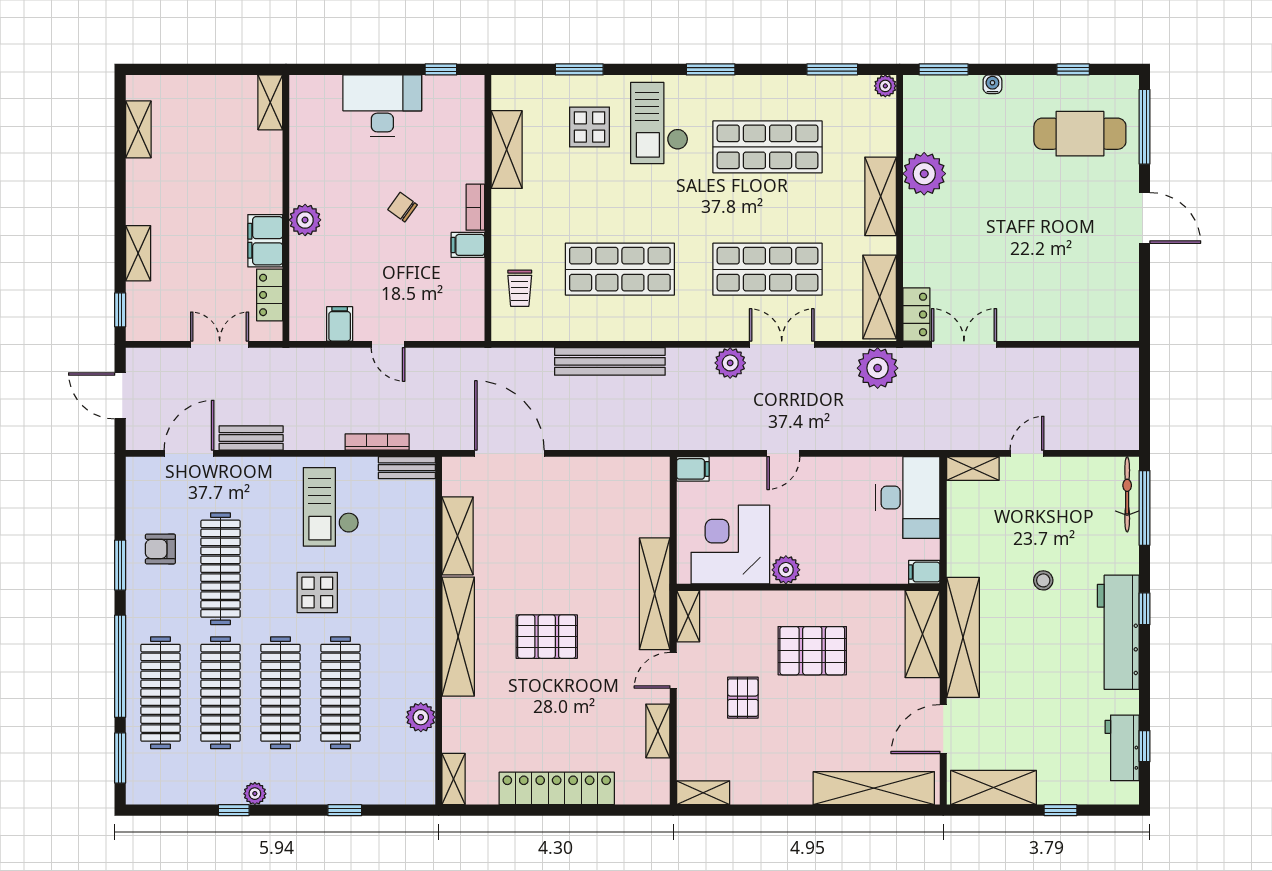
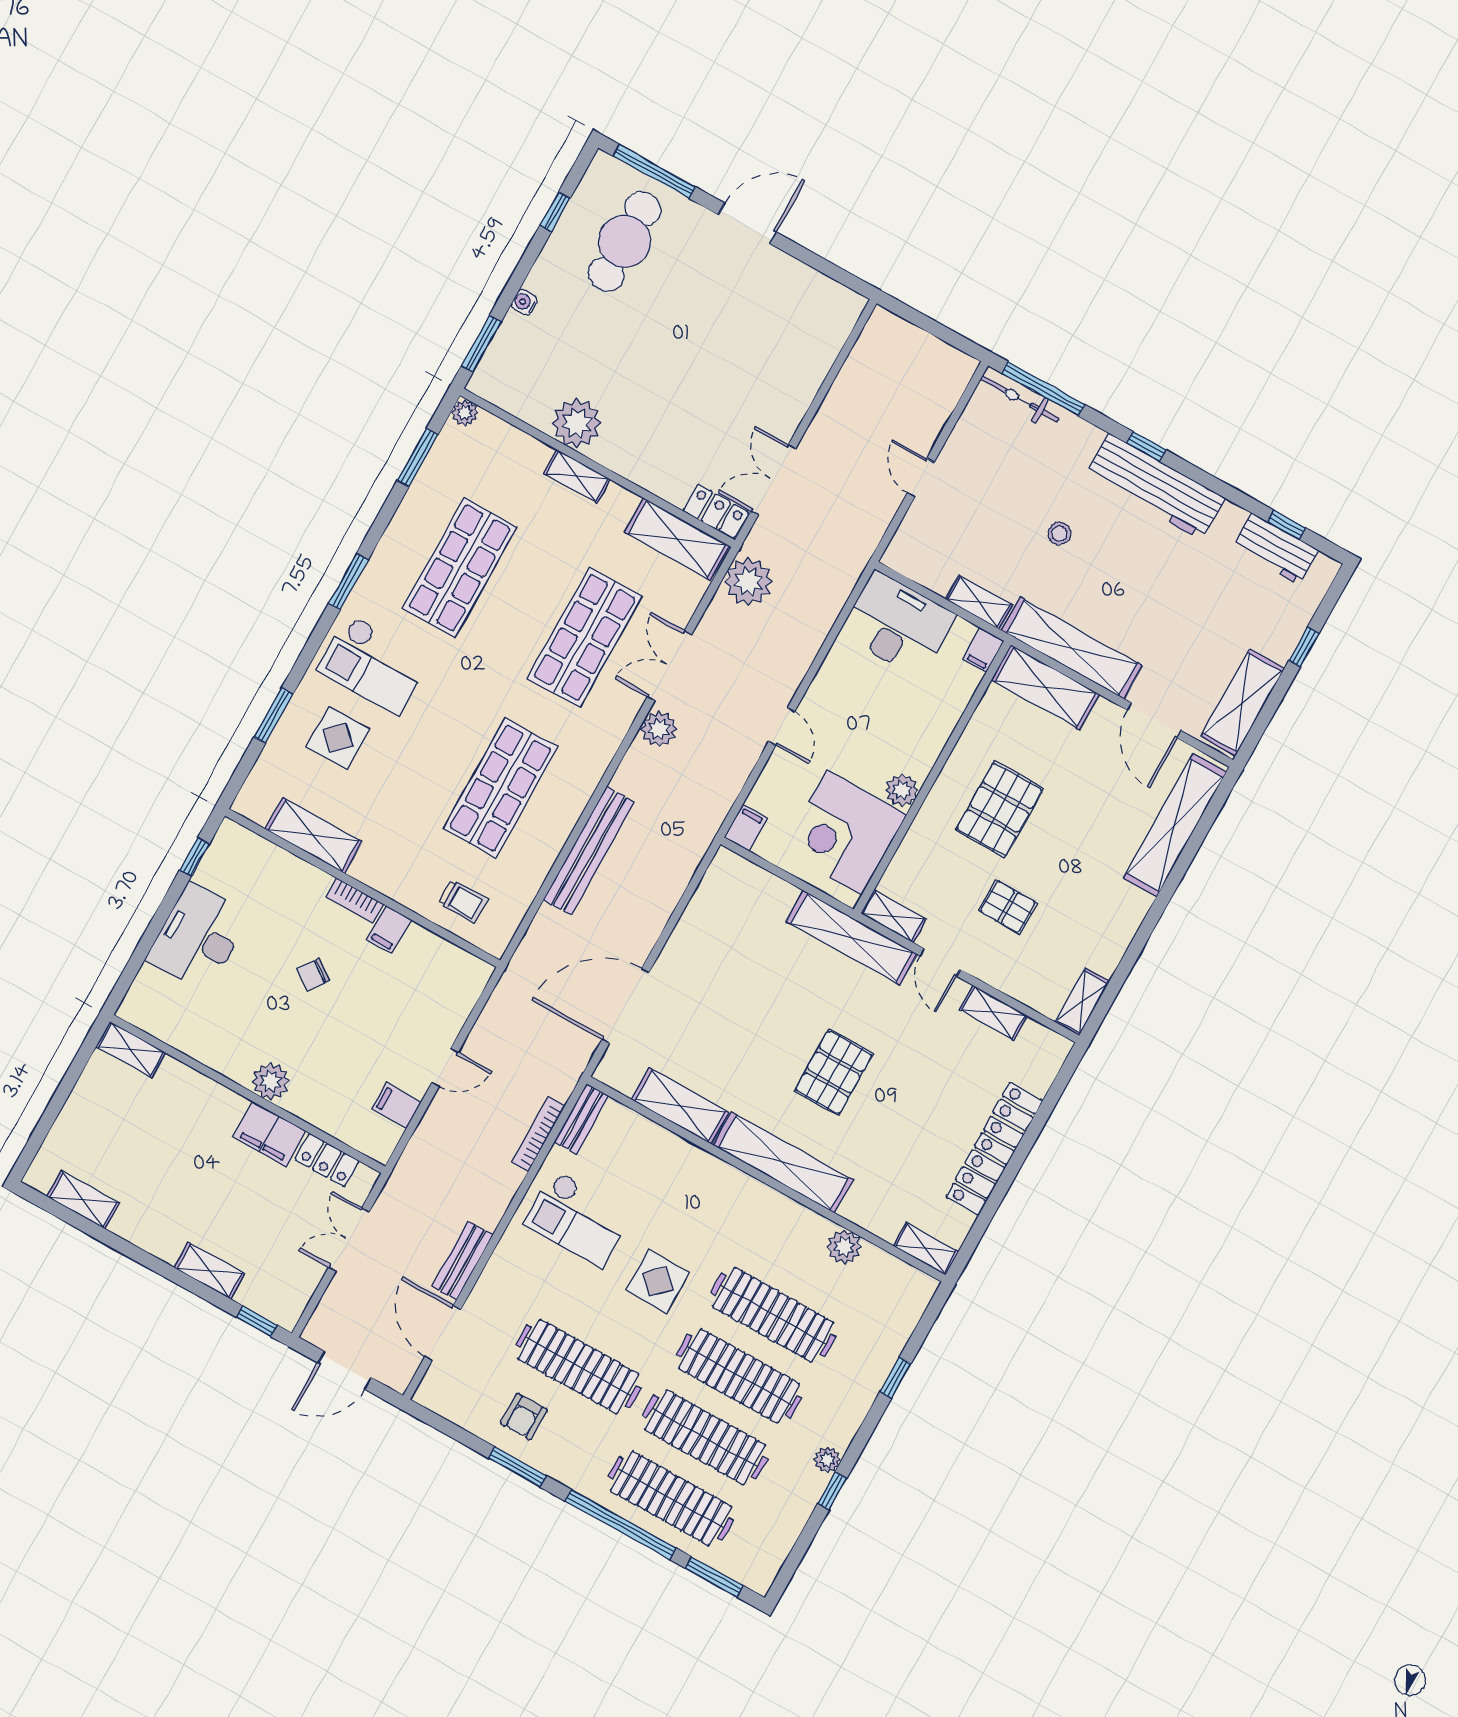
shelving: (881, 196) -> (577, 476), width x0.67, depth x0.75
shelving: (973, 469) -> (979, 602), moved, turned 90

